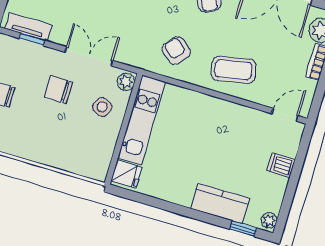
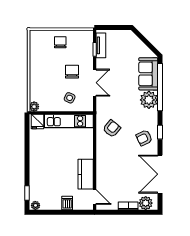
coffee table: (233, 70) -> (111, 162), removed
plant: (126, 82) -> (34, 107), moved
kitchen counter: (220, 203) -> (86, 174), moved, turned 180

